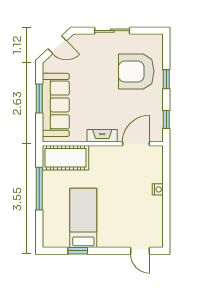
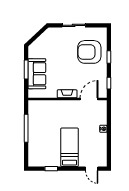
door: (57, 45) -> (38, 34), removed
sofa: (56, 105) -> (37, 74), width x0.73
cot: (66, 158) -> (43, 108), removed
bed: (83, 218) -> (69, 147), moved

